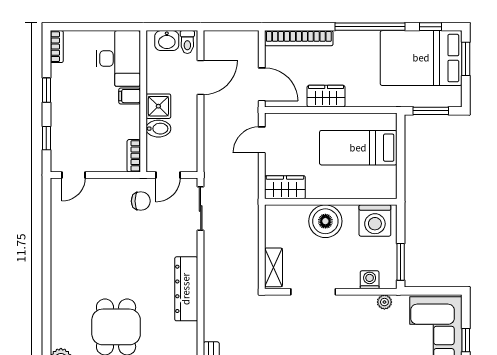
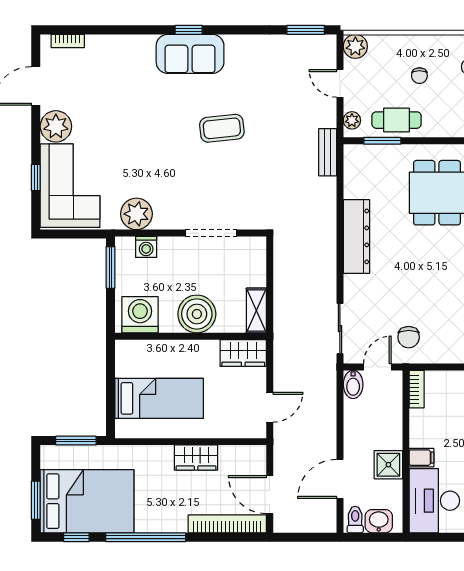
door: (262, 84) -> (270, 495), moved
shower: (158, 106) -> (388, 465), moved
bidet: (158, 129) -> (353, 384), moved, turned -90
chair: (141, 201) -> (409, 337), turned -90
shelving: (273, 267) -> (256, 311), moved
plant: (384, 302) -> (136, 214), width x1.87, depth x1.87

